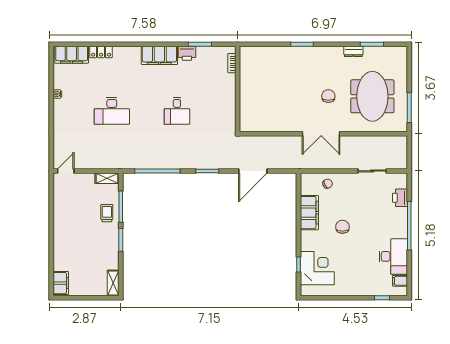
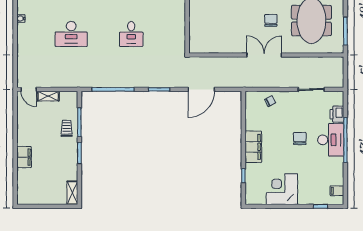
double door: (321, 134) -> (264, 55), swing flipped
door: (66, 171) -> (29, 89), swing flipped
shelving: (107, 178) -> (48, 96), moved
filing cabinet: (309, 213) -> (253, 147), moved
chair: (342, 227) -> (300, 138), moved
desk: (393, 256) -> (331, 140), moved
corner desk: (317, 268) -> (282, 189), moved, turned -90
filing cabinet: (61, 283) -> (24, 157), moved

